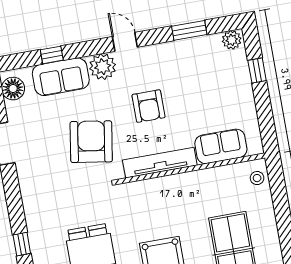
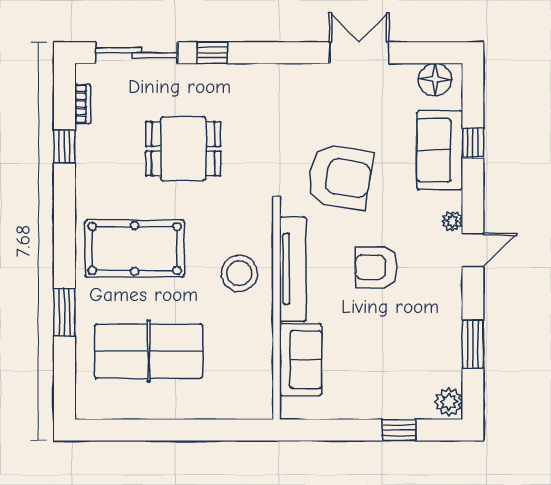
plant: (103, 67) -> (452, 221), width x0.53, depth x0.53
stool: (257, 178) -> (239, 273), moved, width x1.89, depth x1.89

